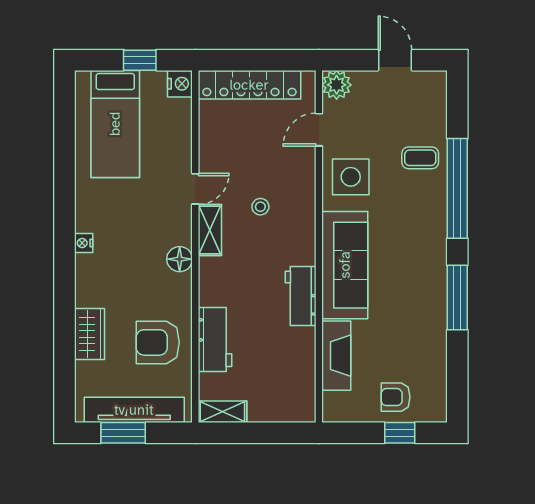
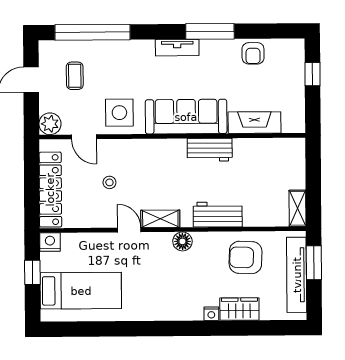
coffee table: (420, 158) -> (75, 76), moved
window: (457, 188) -> (92, 32), moved
stool: (260, 207) -> (109, 182), moved
nightstand: (84, 243) -> (211, 314), moved
tv unit: (436, 254) -> (177, 48), added
workbench: (215, 340) -> (218, 214), moved
armchair: (158, 342) -> (245, 257), turned 92
armchair: (396, 397) -> (253, 53), moved
window: (123, 433) -> (314, 263), moved

